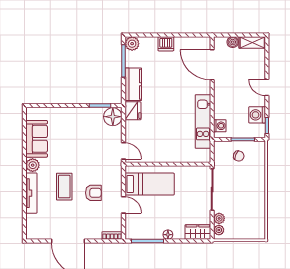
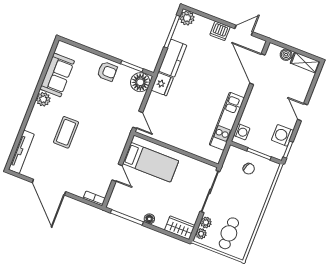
door: (187, 35) -> (244, 30), added
tv unit: (31, 193) -> (21, 152), moved
armchair: (93, 193) -> (107, 71), moved
cafe table: (243, 220) -> (229, 233), added

